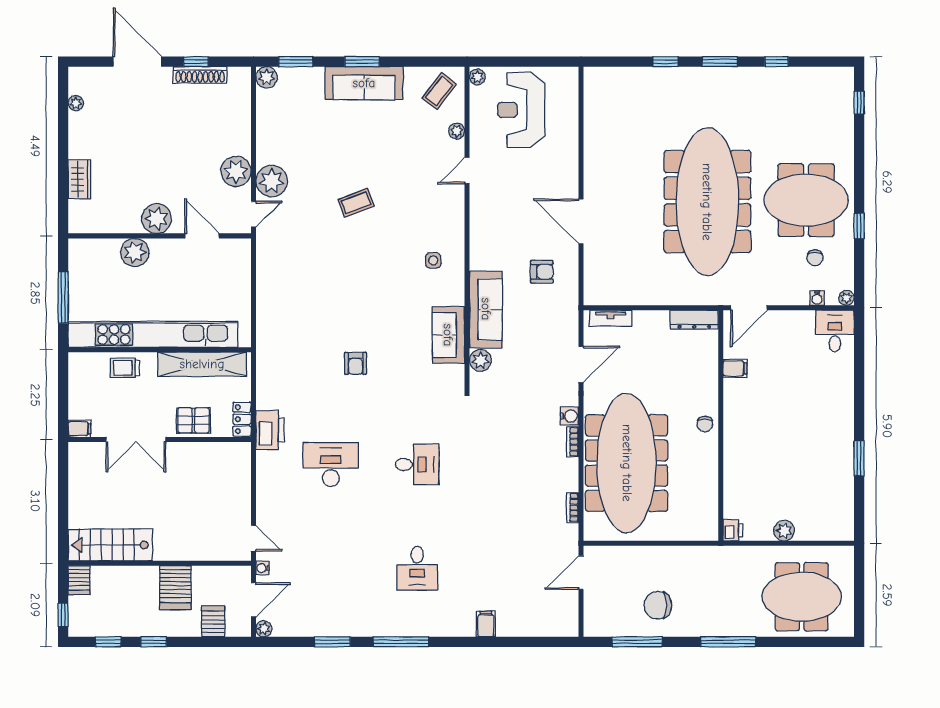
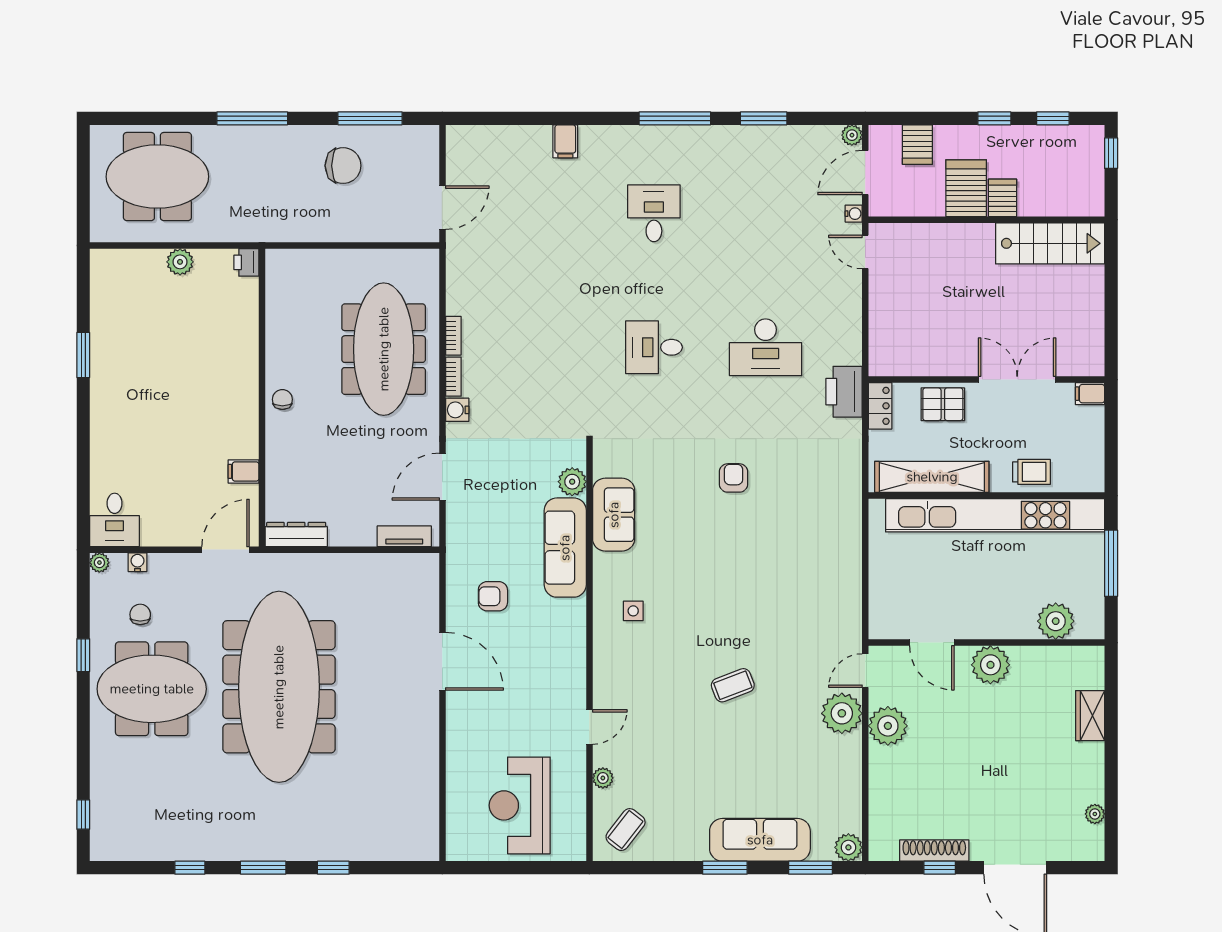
plant: (477, 77) -> (576, 848), removed
sofa: (364, 83) -> (760, 840), moved
reception desk: (521, 110) -> (520, 805), turned 180
plant: (135, 252) -> (1056, 621), moved
meeting table: (627, 463) -> (384, 349), width x0.73, depth x0.79
bookcase: (573, 507) -> (453, 336), moved
server rack: (79, 580) -> (1003, 198), moved

